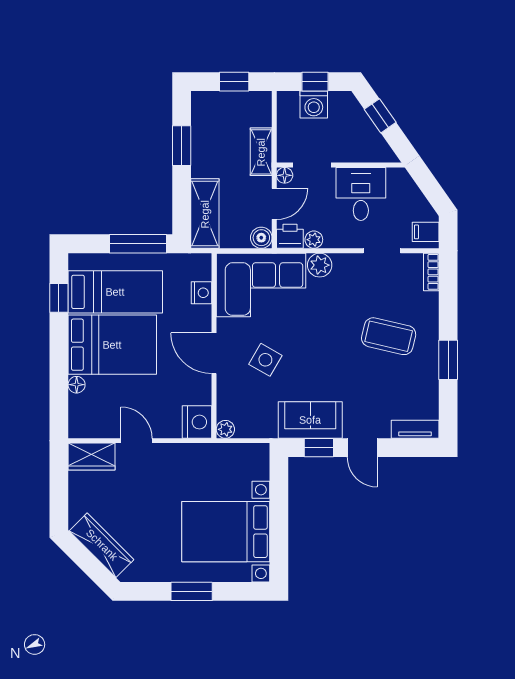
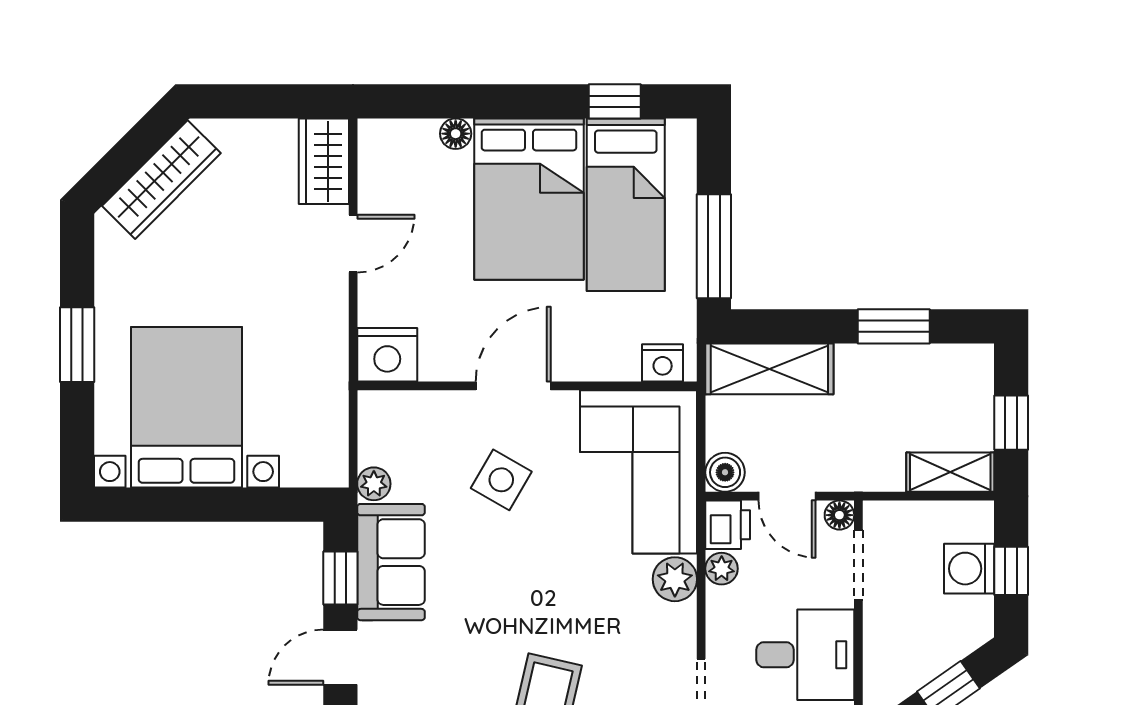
shelving: (261, 152) -> (950, 472), moved
nightstand: (202, 293) -> (663, 363), moved
plant: (225, 429) -> (374, 484), moved

